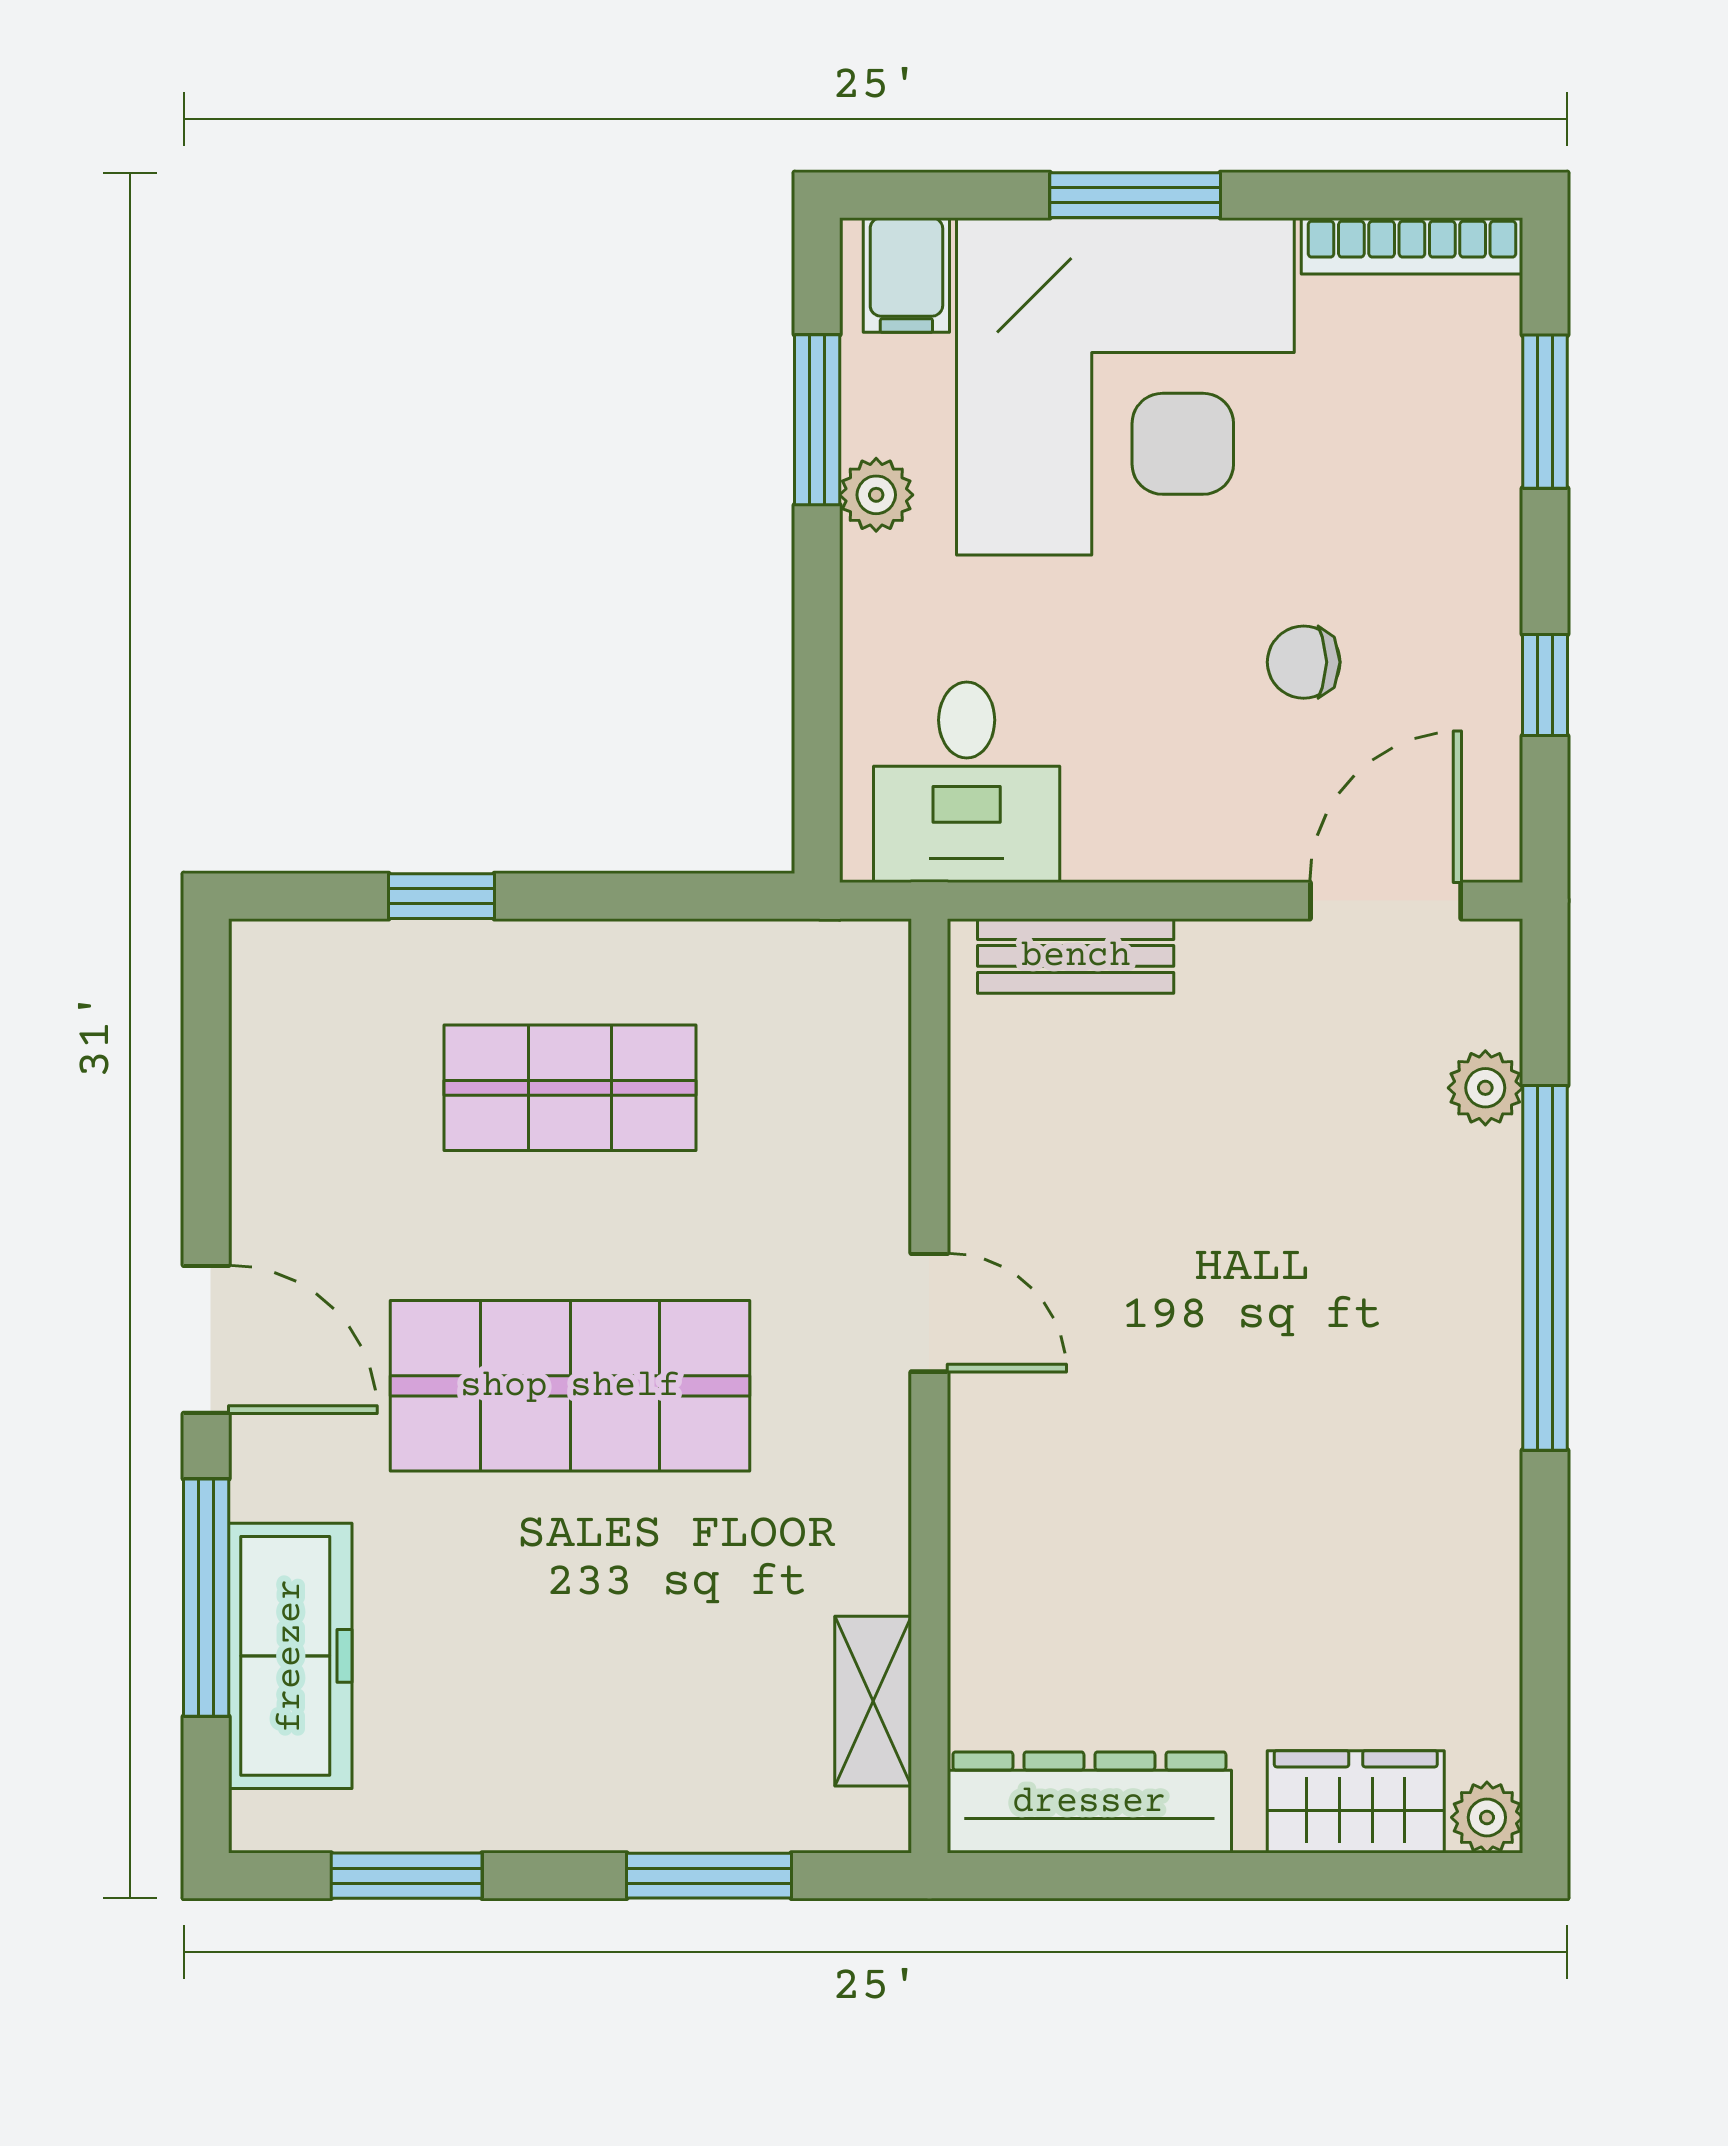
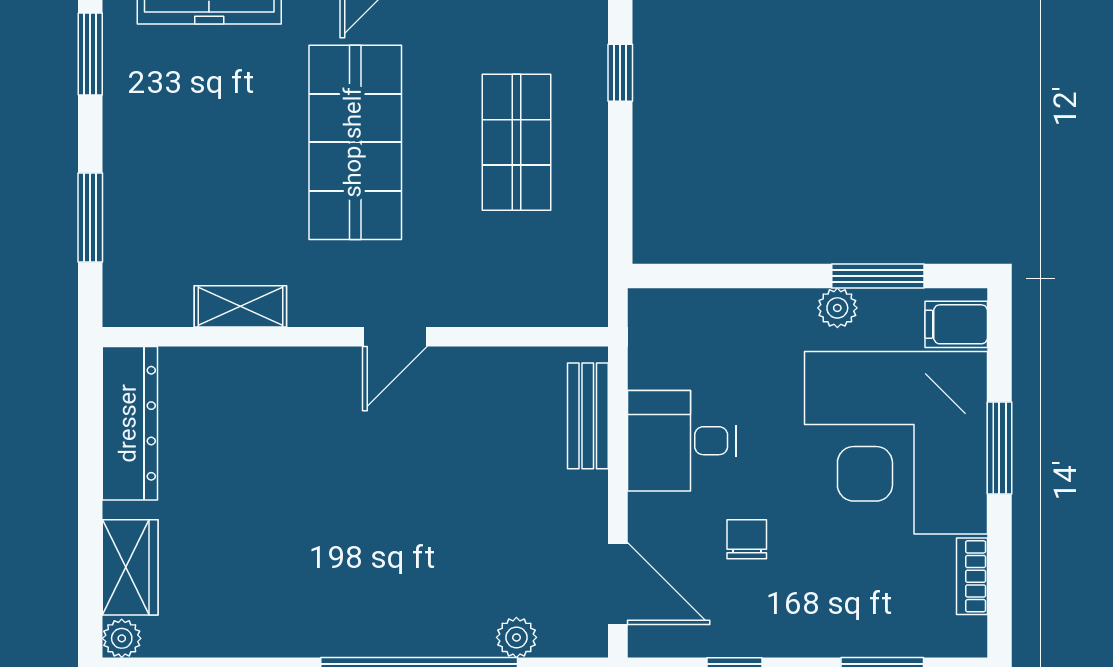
bookcase: (1412, 246) -> (972, 576), width x0.64
desk: (967, 782) -> (682, 441), moved
shelving: (873, 1701) -> (240, 306), moved

